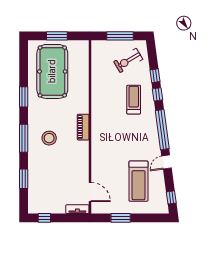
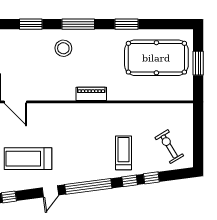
window: (120, 36) -> (198, 137), removed
treadmill: (134, 100) -> (123, 153), turned -90
stool: (49, 138) -> (63, 48), moved
door: (167, 162) -> (50, 191), swing flipped
door: (90, 192) -> (15, 102), hinge flipped

